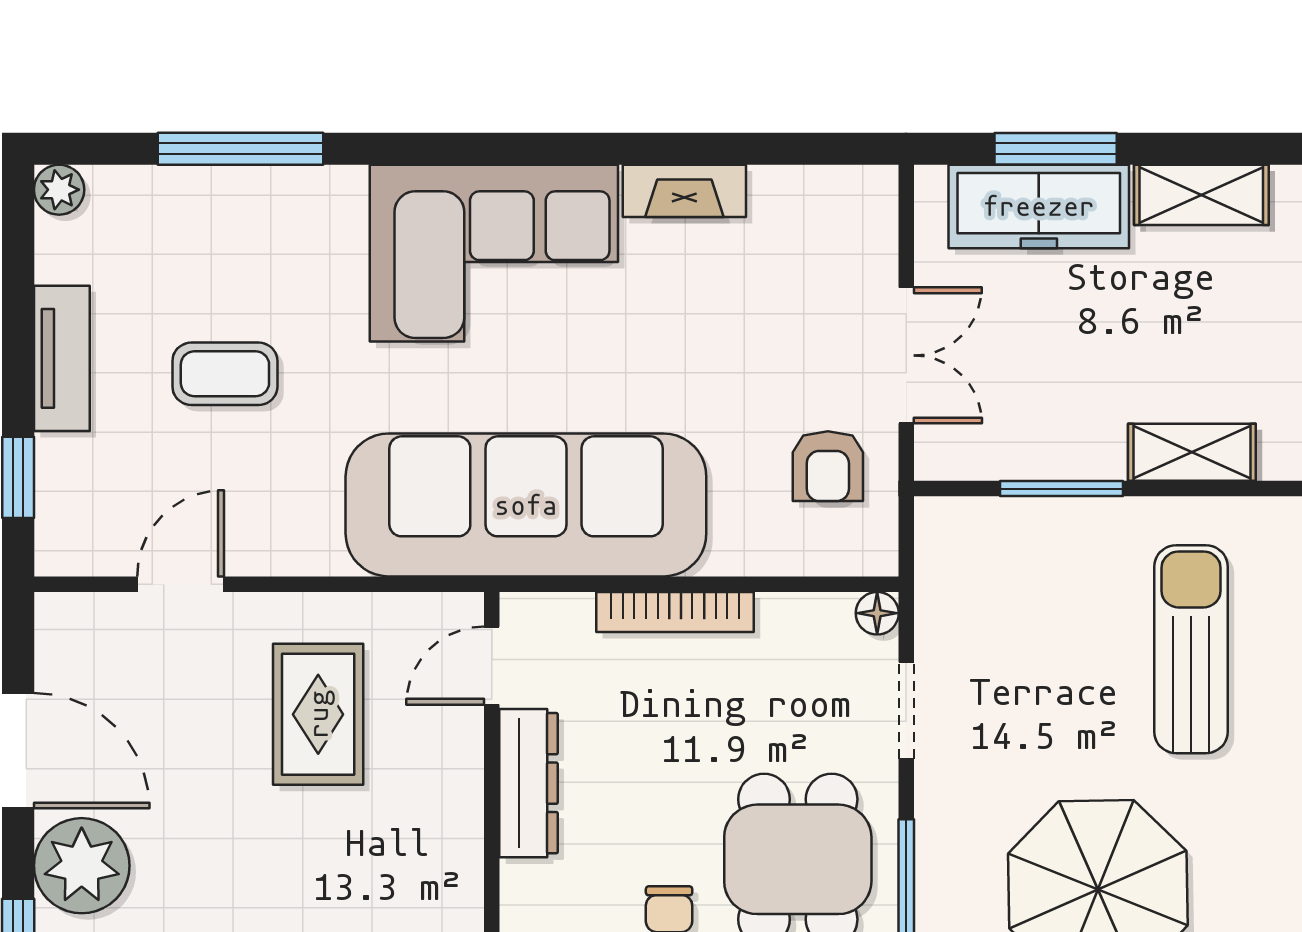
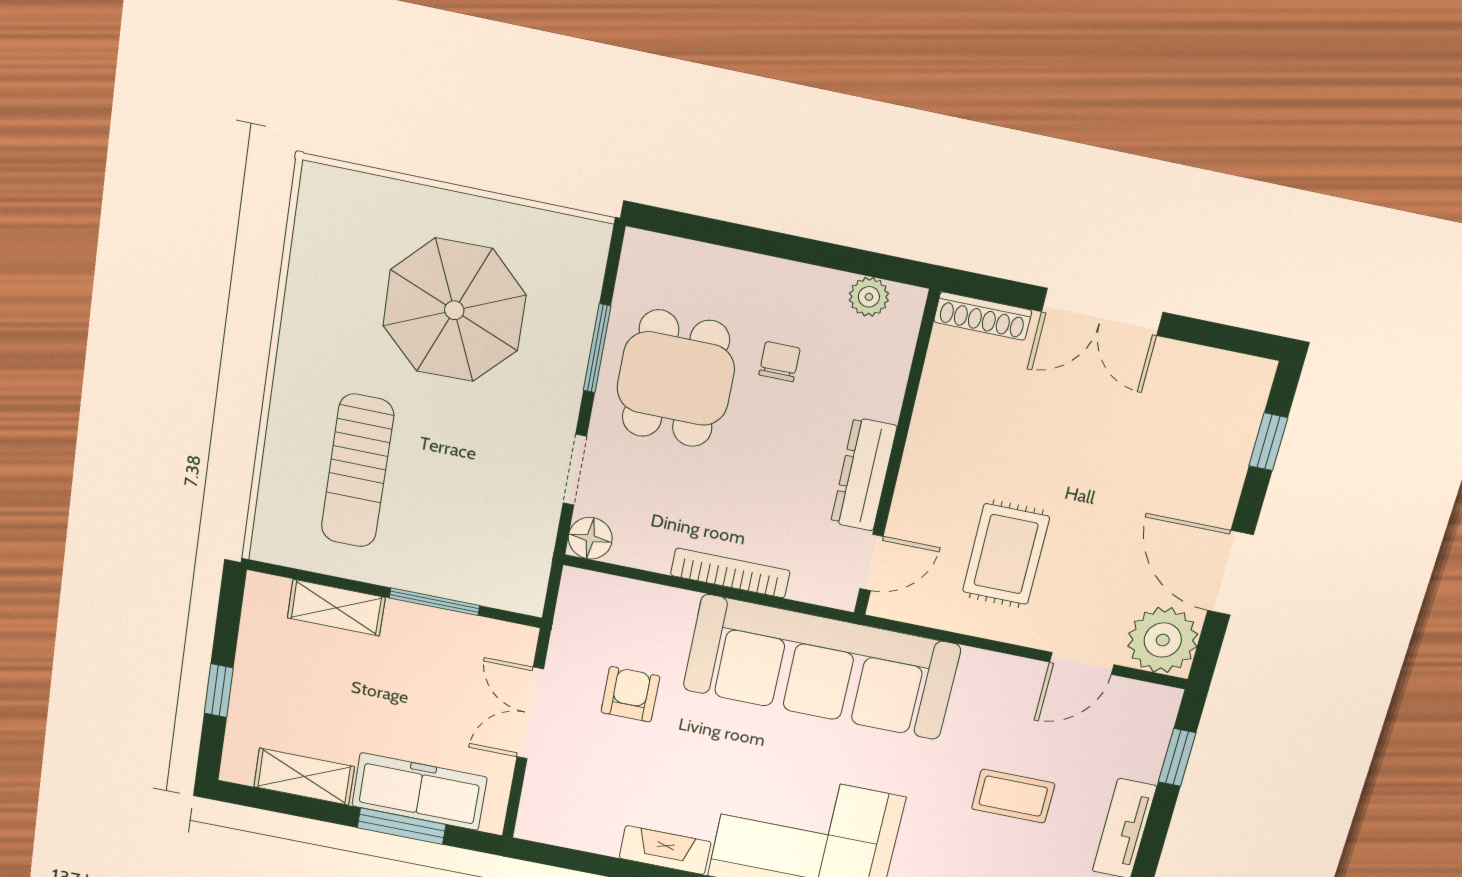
armchair: (828, 466) -> (630, 694), moved
floor lamp: (877, 613) -> (590, 538), width x1.37, depth x1.37
plant: (82, 866) -> (1163, 640), moved

